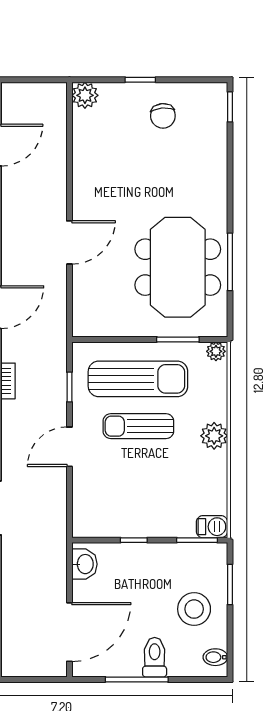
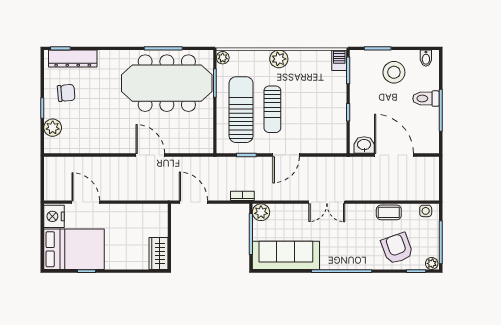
plant: (85, 95) -> (53, 128), moved
dresser: (215, 126) -> (73, 59), added
meeting table: (178, 267) -> (167, 83), width x1.36
door: (69, 447) -> (286, 155), hinge flipped
door: (69, 632) -> (394, 155), moved

